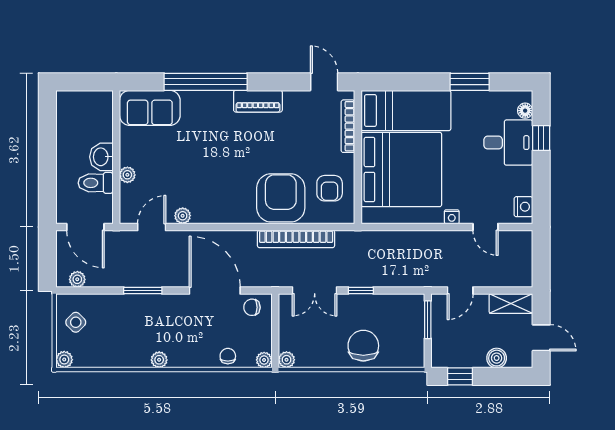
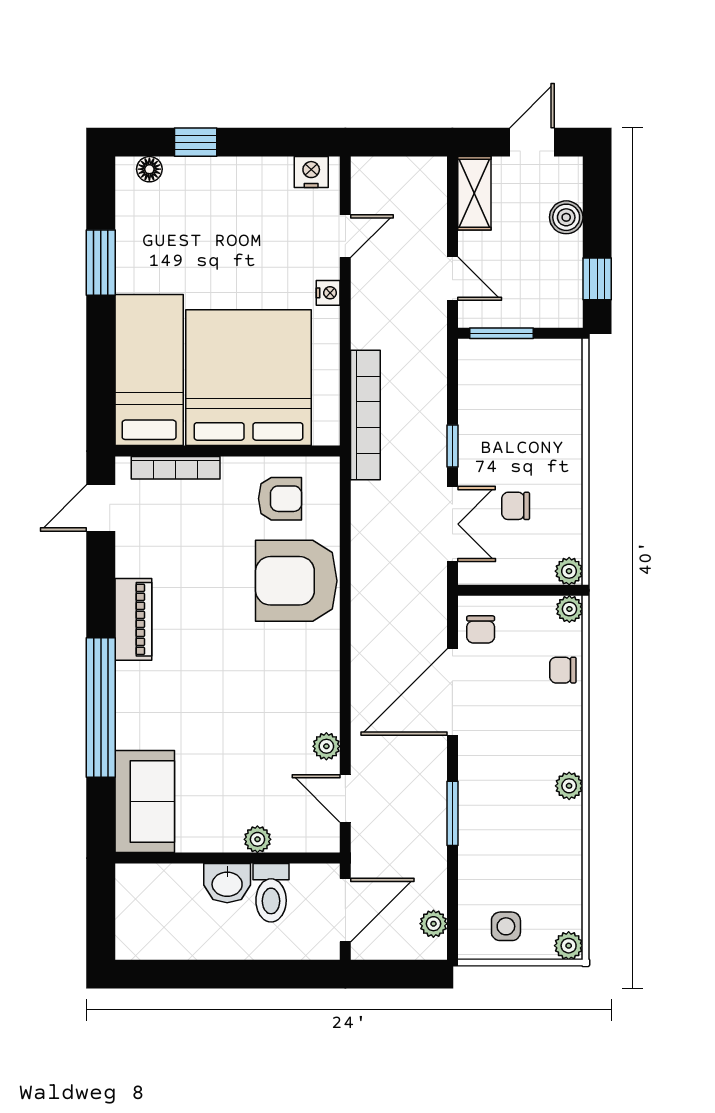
desk: (508, 143) -> (203, 198), removed
bookcase: (296, 239) -> (365, 415), moved
side table: (76, 322) -> (506, 926), turned 45
chair: (363, 346) -> (516, 506), moved, width x0.54, depth x0.54

